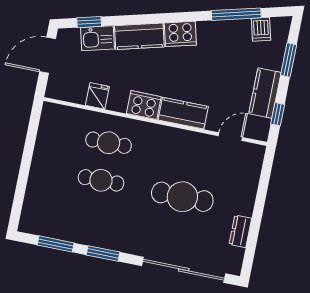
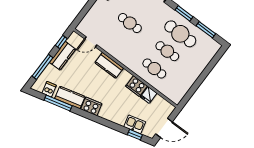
kitchen counter: (139, 36) -> (70, 98), moved
window: (289, 60) -> (42, 67), width x1.44
cooker: (144, 105) -> (136, 86), moved
cafe table: (182, 197) -> (130, 23), width x0.73, depth x0.74
cafe table: (93, 218) -> (180, 34), added

